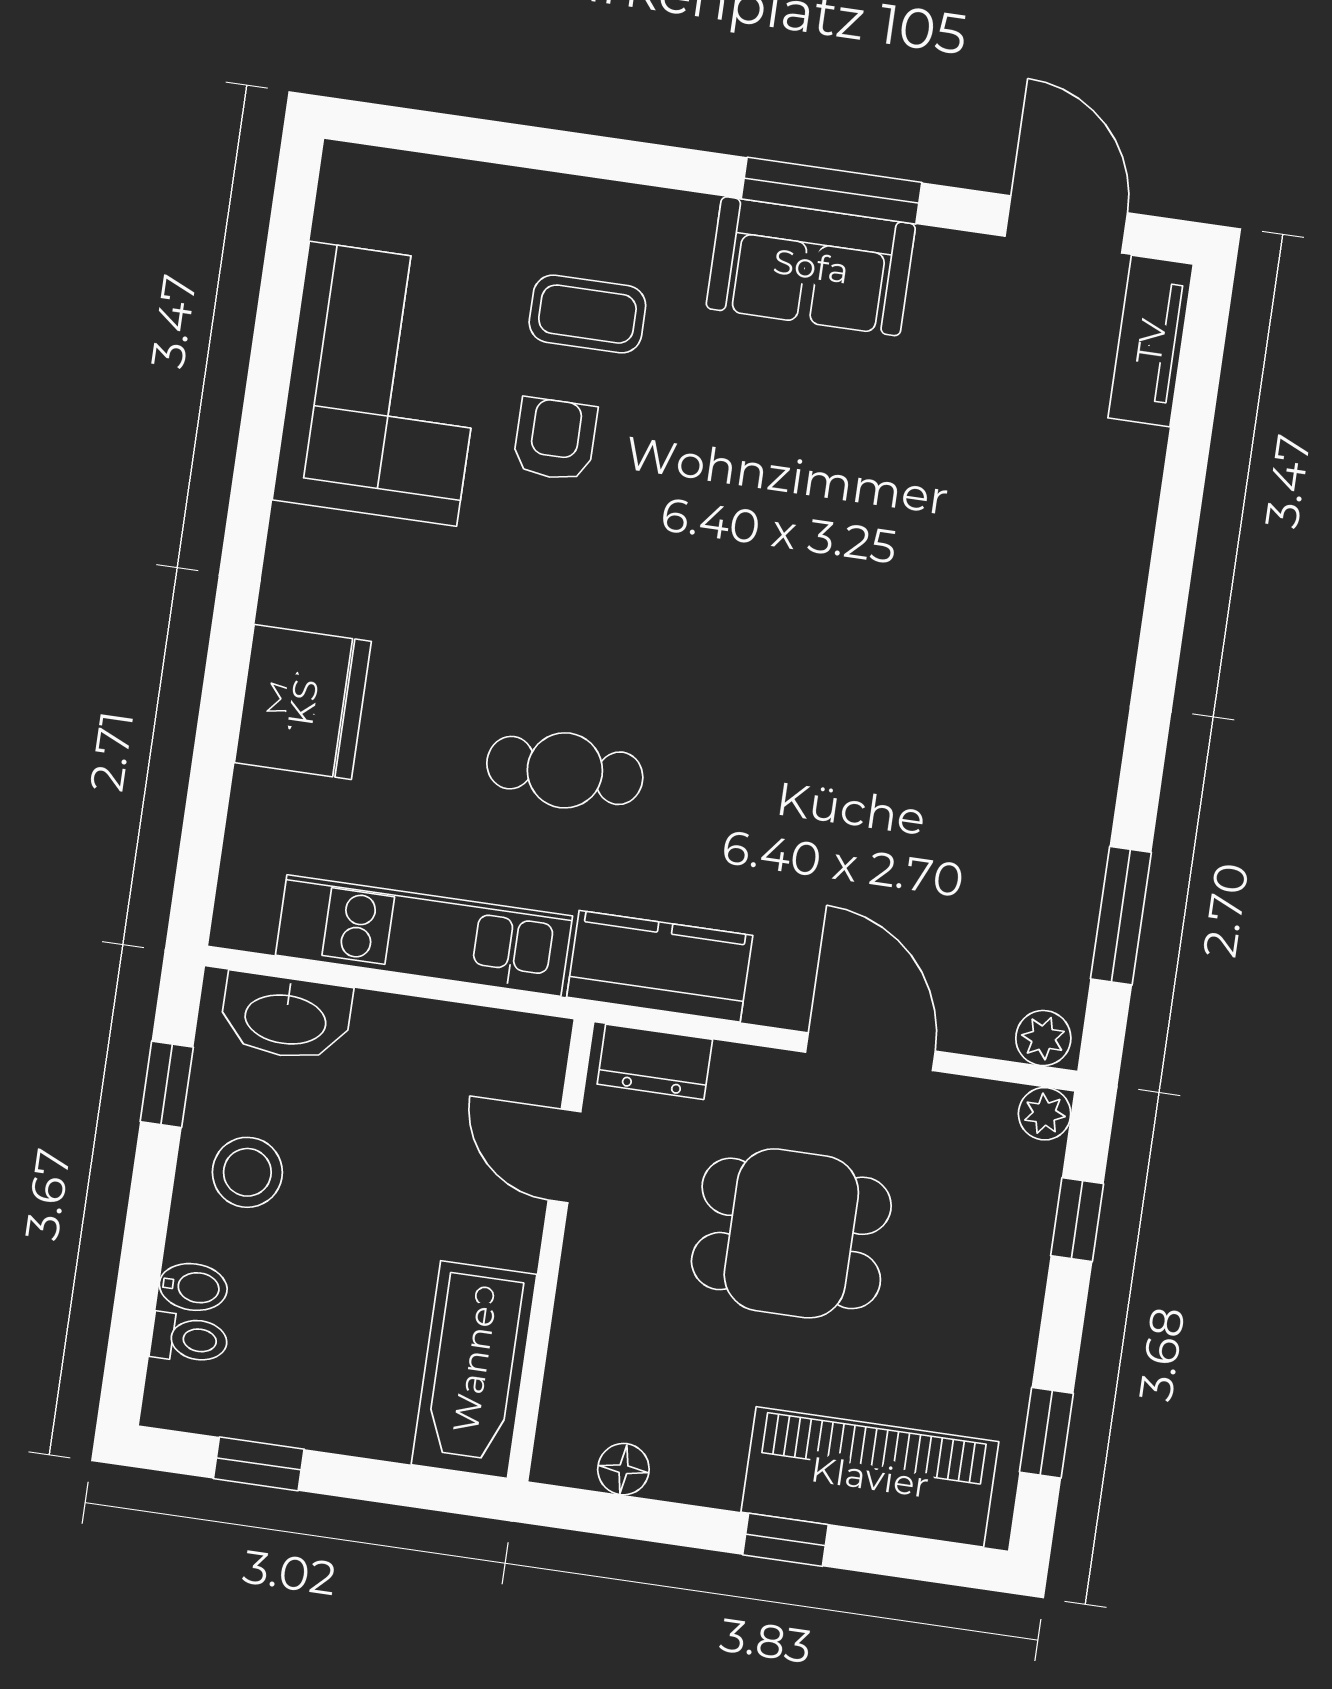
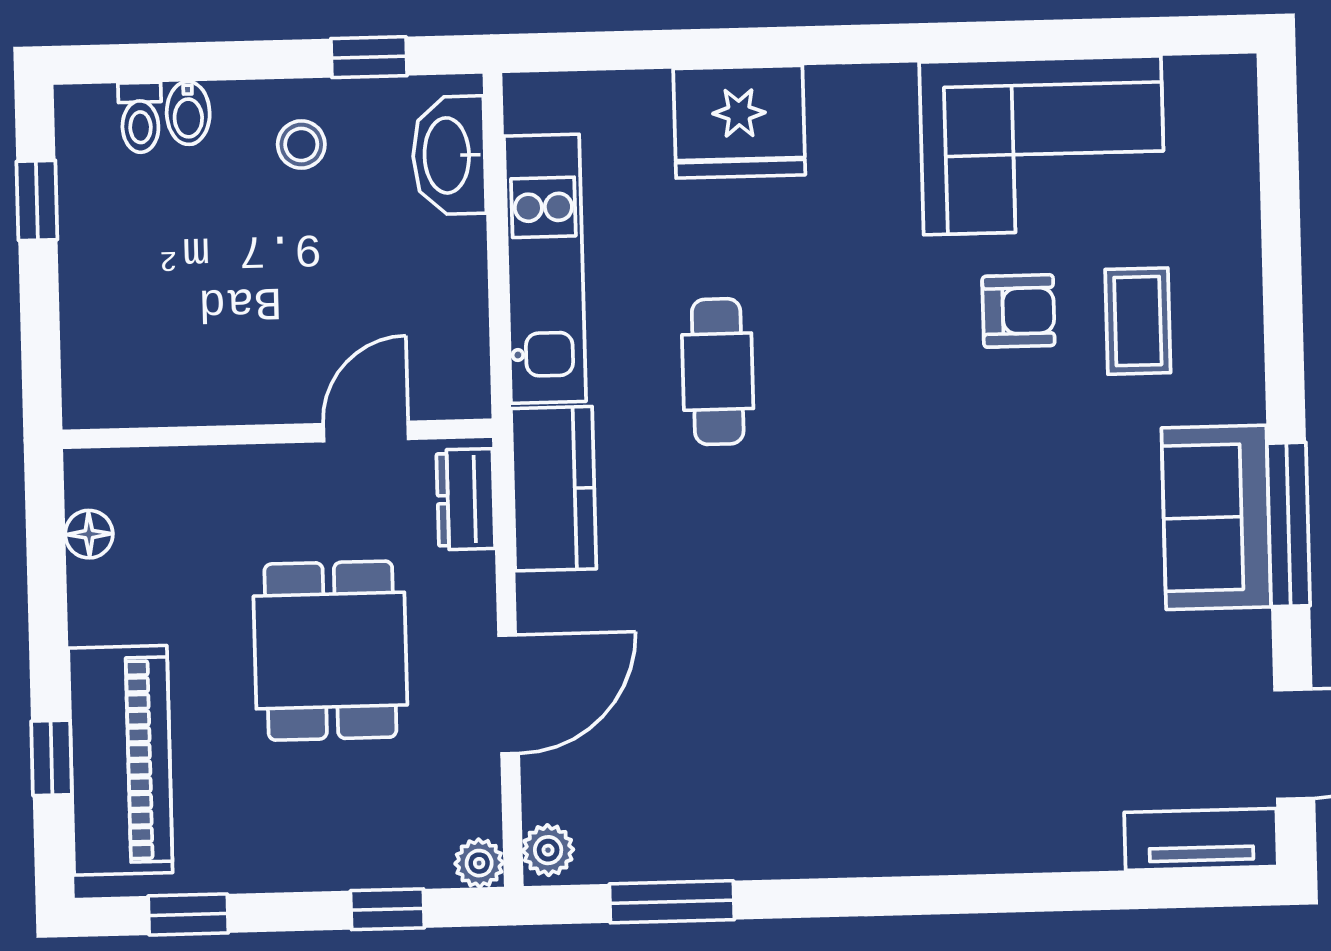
stool: (247, 1172) -> (301, 145), width x0.73, depth x0.73
bathtub: (474, 1369) -> (157, 382), removed
window: (786, 1540) -> (52, 758), moved

